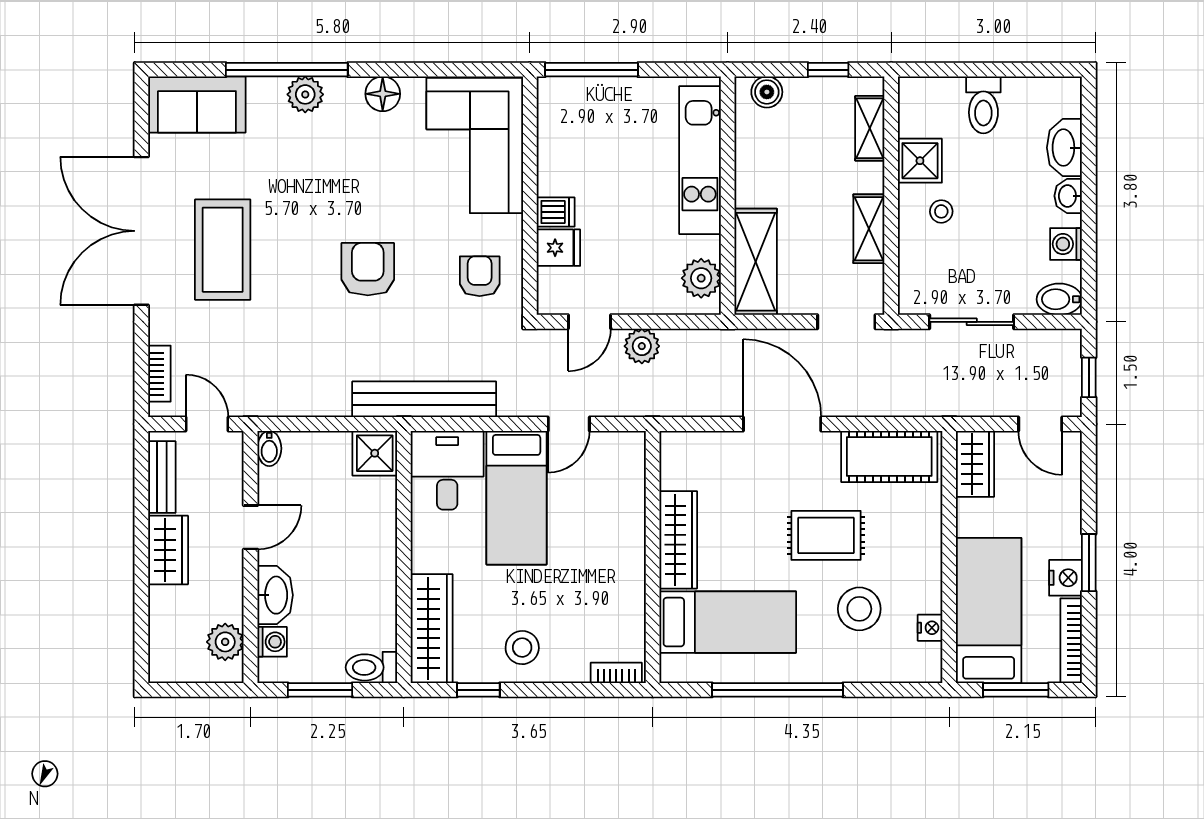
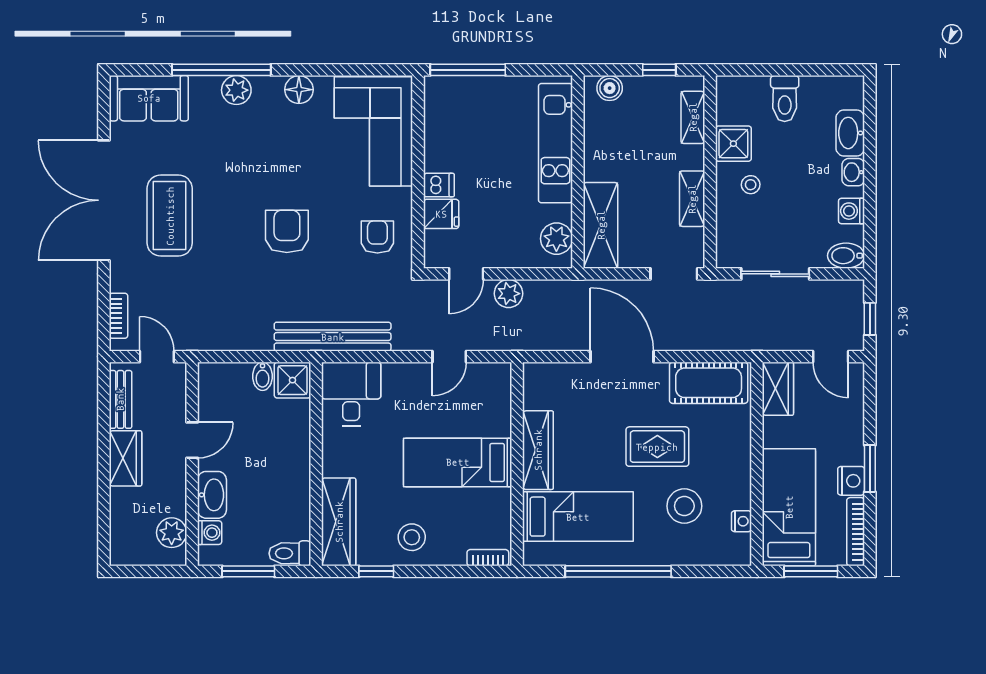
bidet: (269, 448) -> (263, 376), moved
bed: (517, 498) -> (458, 462), moved, turned 90

